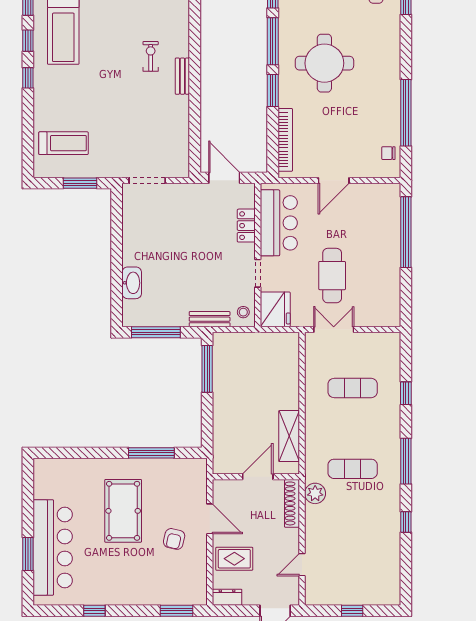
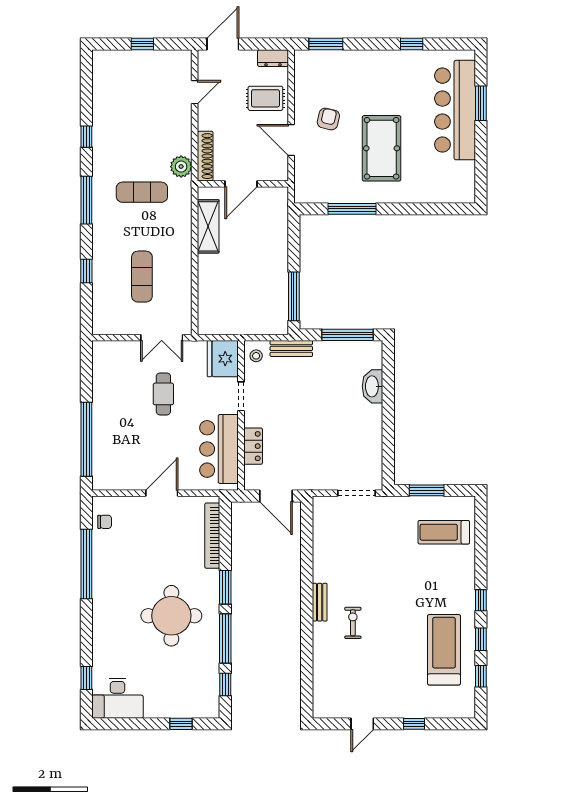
exercise bike: (151, 56) -> (353, 623), turned 180
cafe table: (332, 276) -> (163, 394), width x0.73, depth x0.74
exercise mat: (353, 388) -> (142, 277), turned 90

